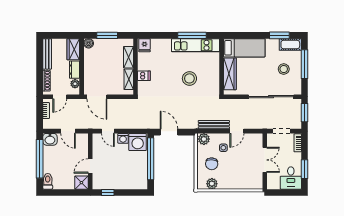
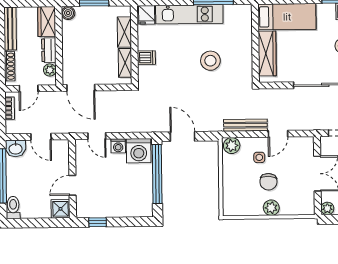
kitchen unit: (196, 45) -> (189, 14), moved
chair: (212, 164) -> (268, 182), moved
plant: (212, 184) -> (271, 208), moved
plant: (271, 185) -> (327, 208), added

